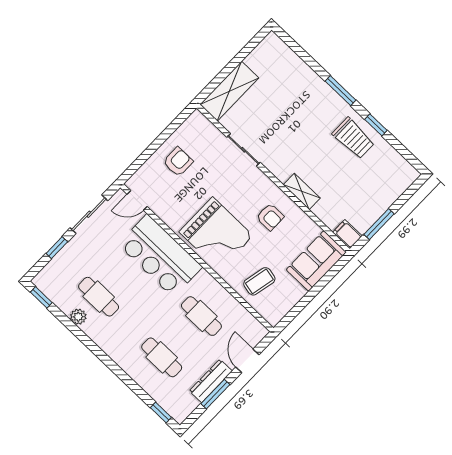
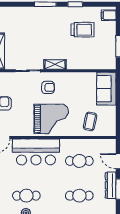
trolley: (353, 138) -> (83, 30), moved
shelving: (302, 191) -> (55, 64), moved
armchair: (270, 217) -> (48, 87), moved
filing cabinet: (347, 234) -> (109, 15), moved

